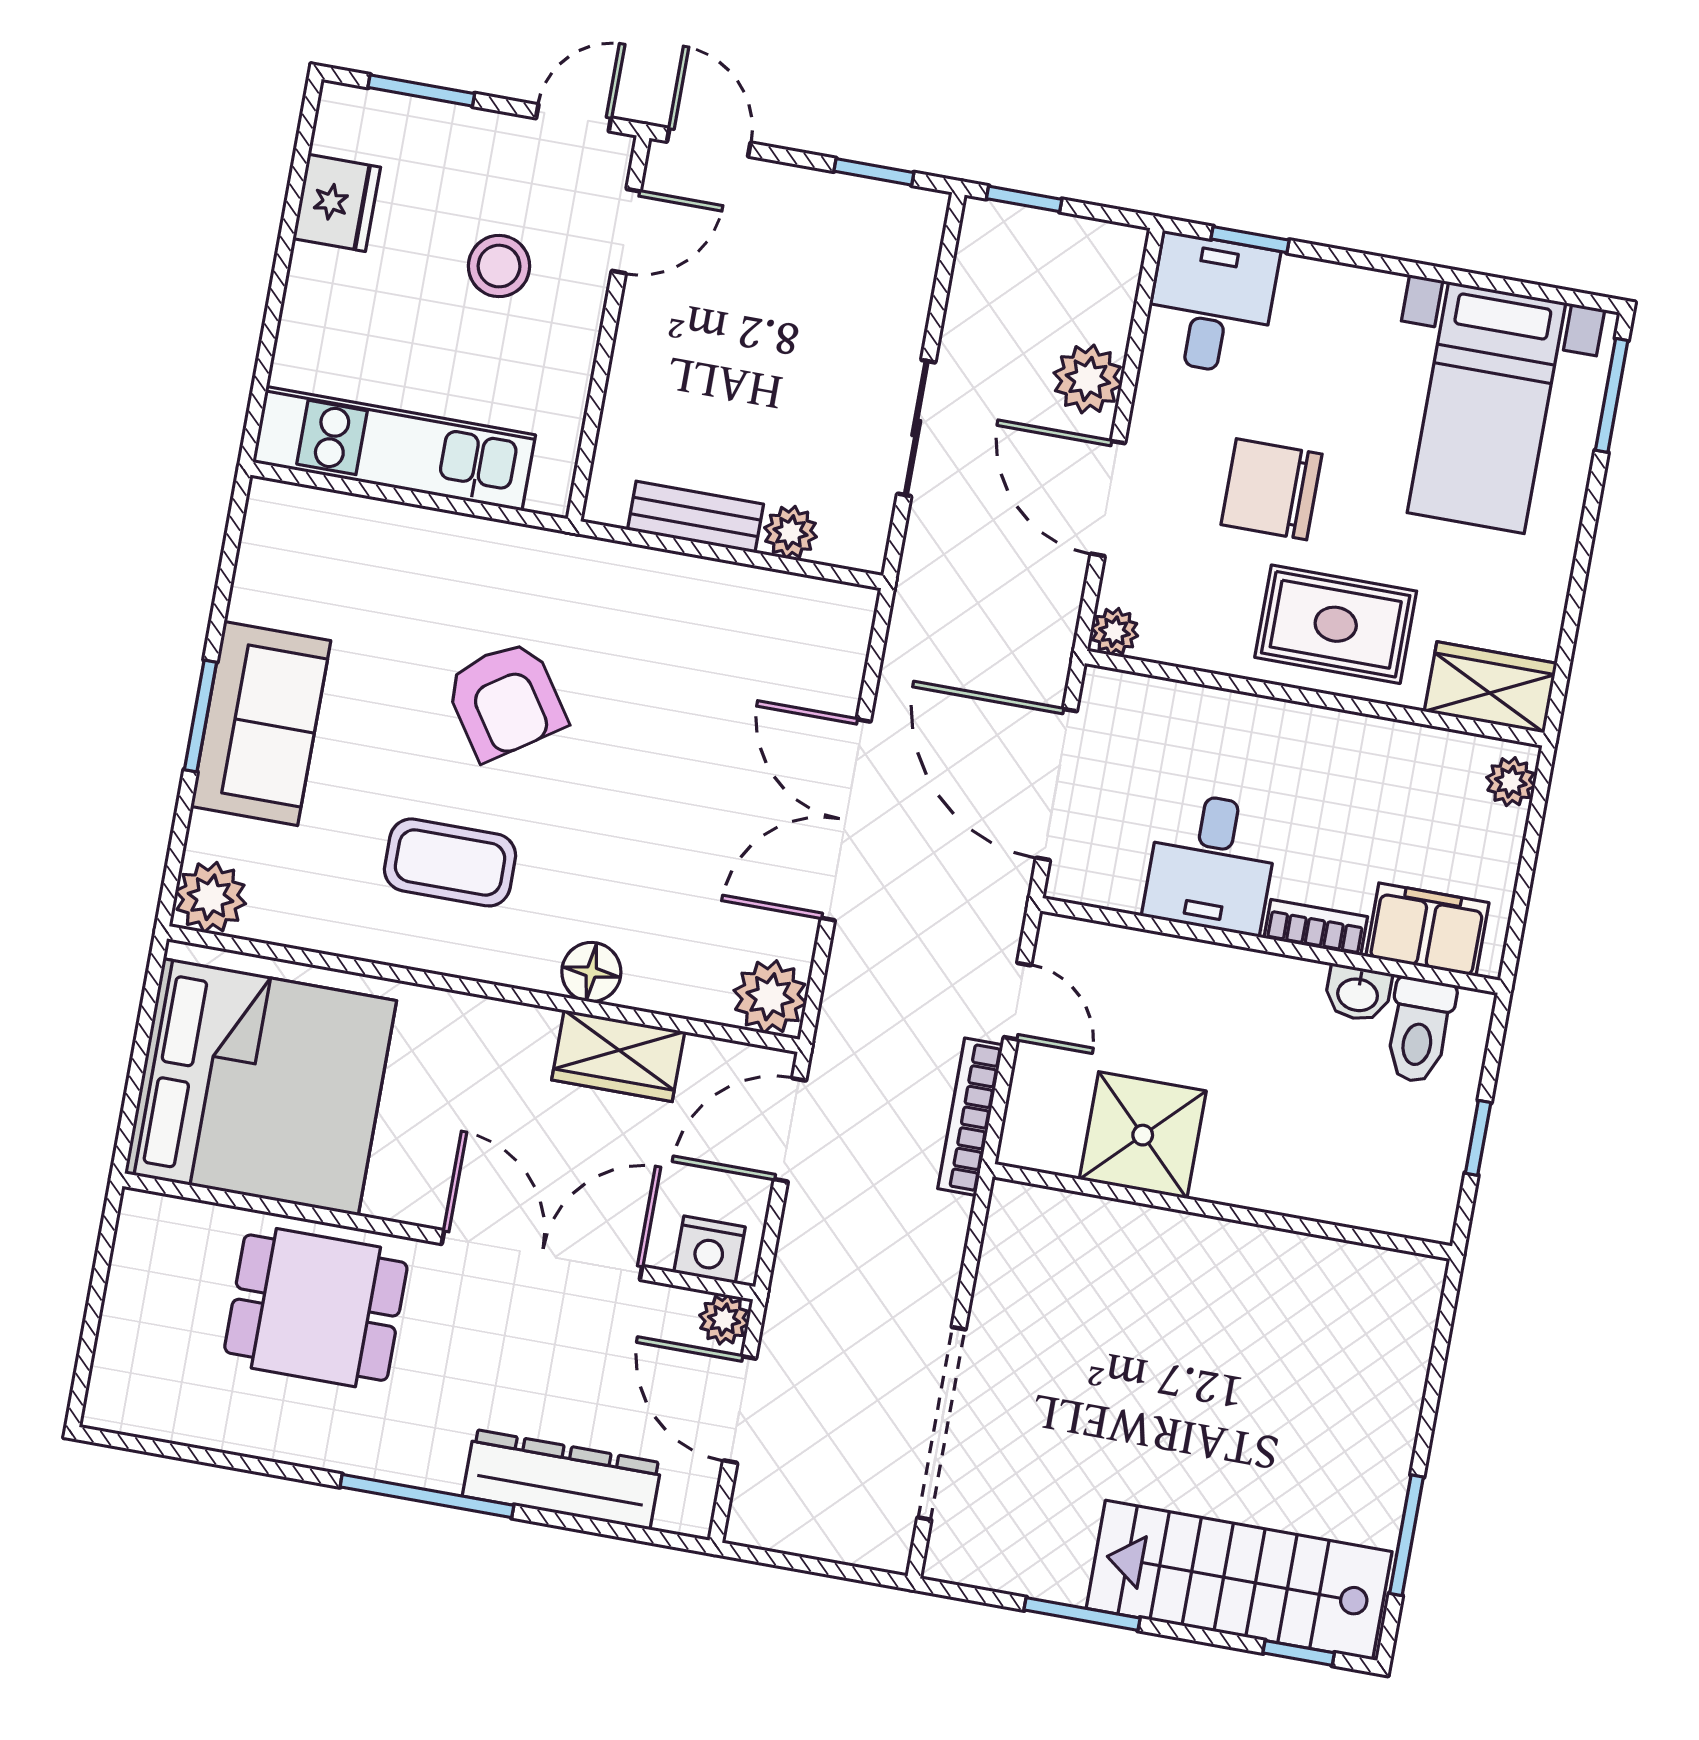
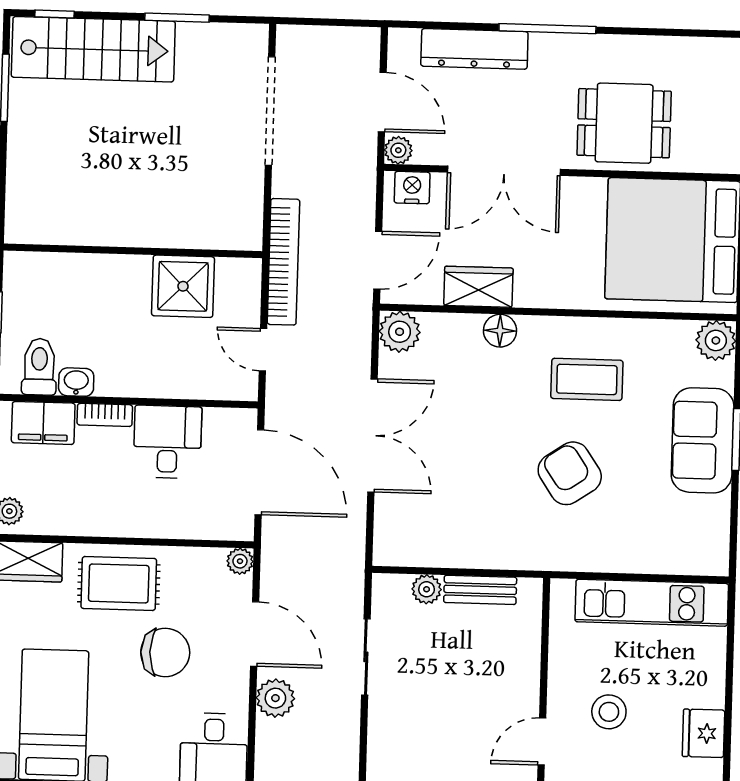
bookcase: (970, 1117) -> (283, 262), width x1.48, depth x1.31

